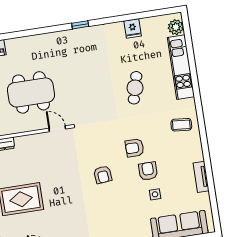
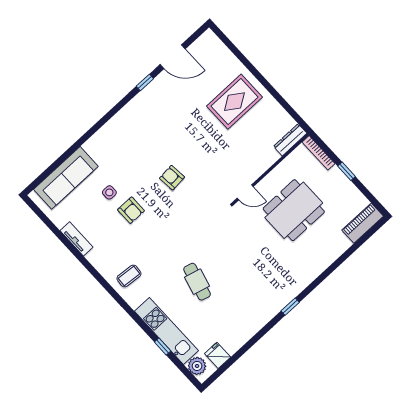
fridge: (133, 28) -> (218, 355), moved
window: (191, 58) -> (163, 346), added
armchair: (135, 148) -> (159, 224), removed

